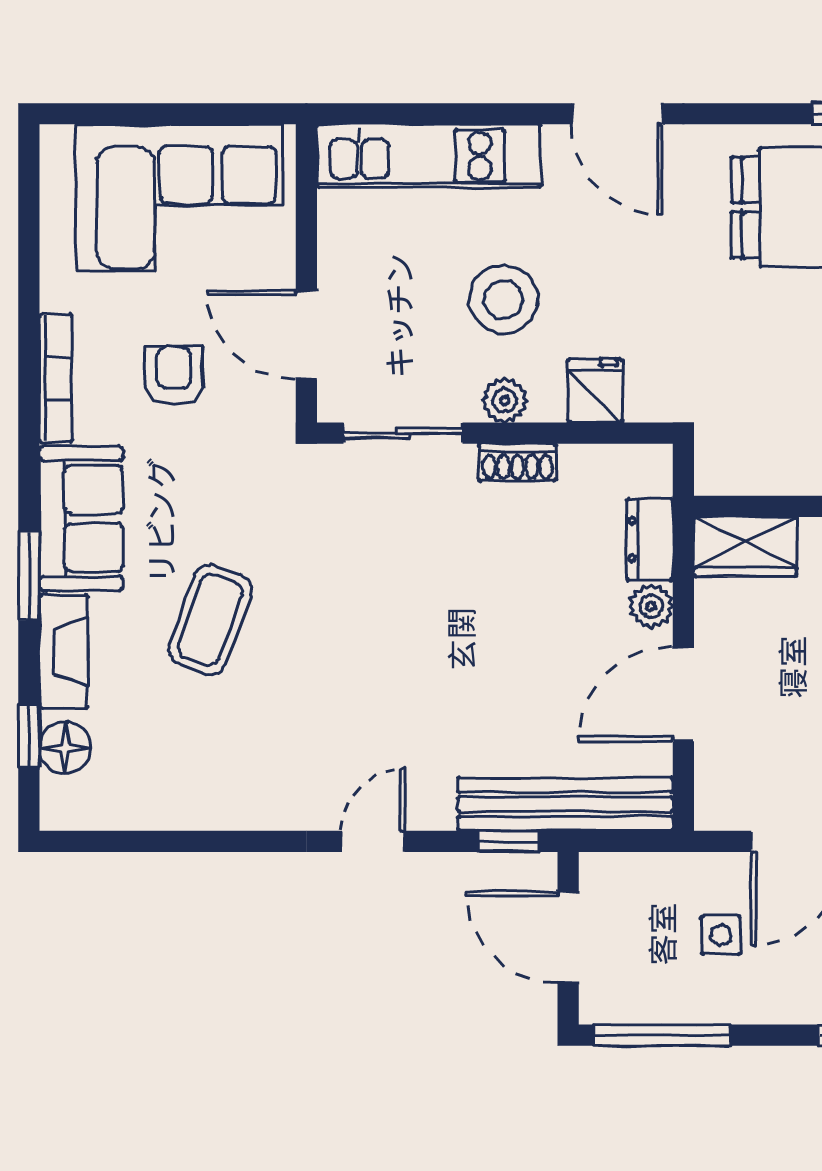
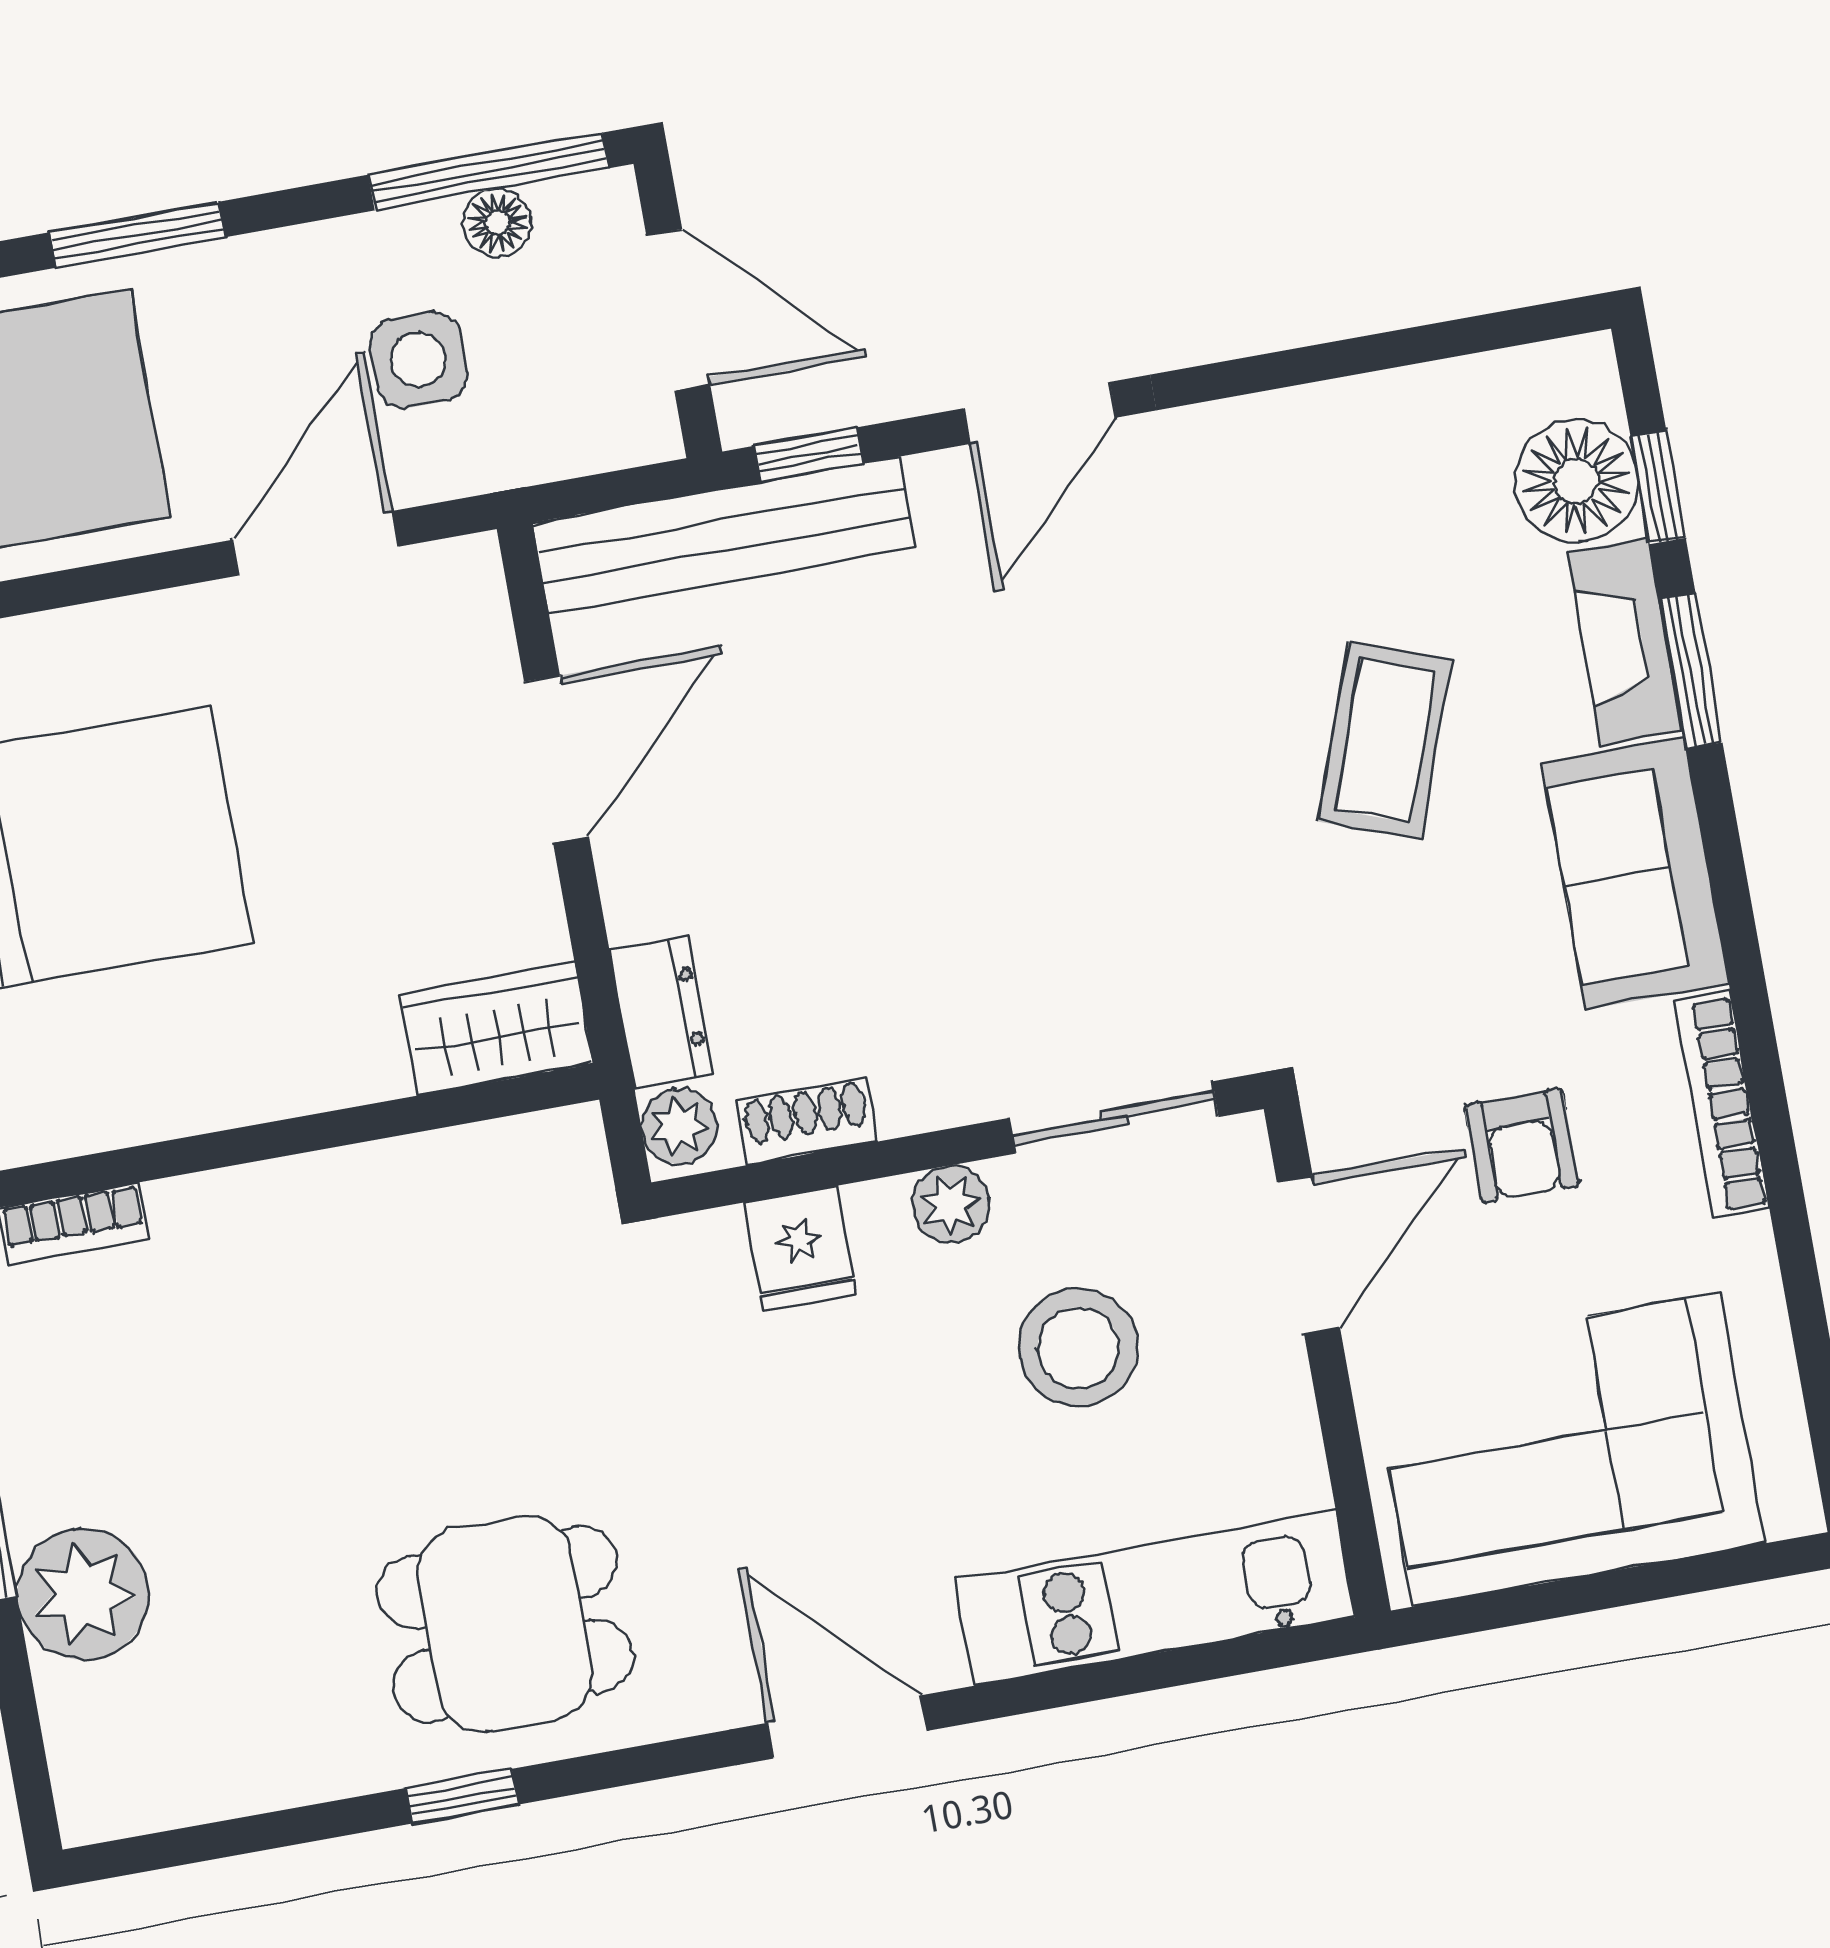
stool: (504, 300) -> (1078, 1347), moved
door: (306, 335) -> (1308, 1255), hinge flipped
shoe rack: (518, 462) -> (807, 1121), moved
window: (29, 576) -> (1691, 671), moved
plant: (651, 606) -> (679, 1126), moved
floor lamp: (65, 748) -> (1576, 481), width x1.38, depth x1.38
door: (373, 841) -> (1040, 413), width x1.38
side table: (721, 935) -> (418, 360), width x1.37, depth x1.37
floor lamp: (662, 1005) -> (497, 223), added

